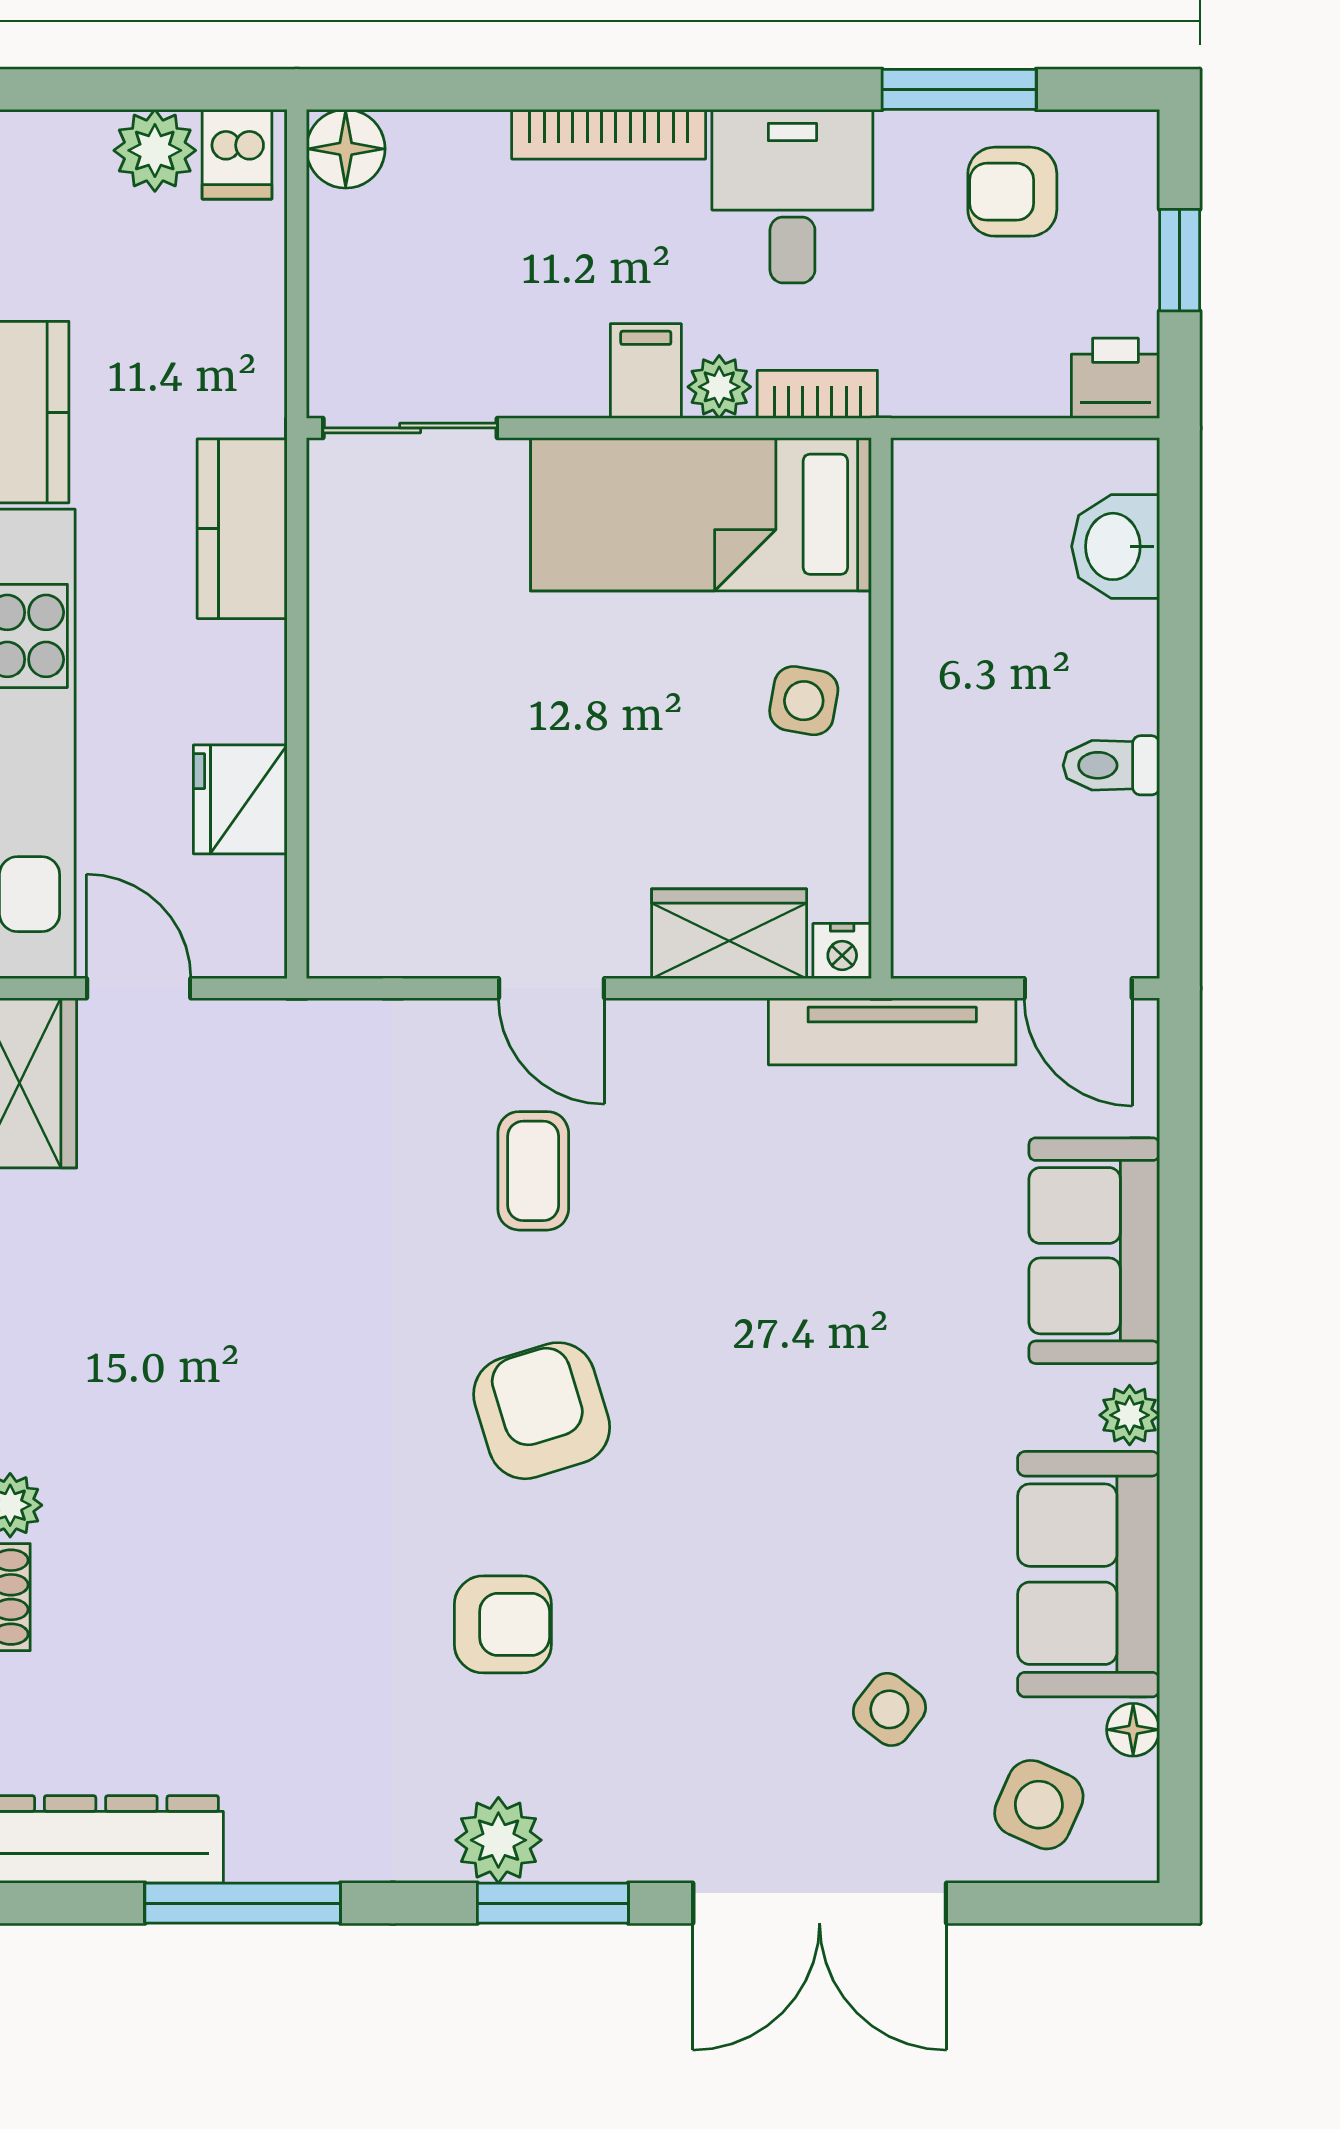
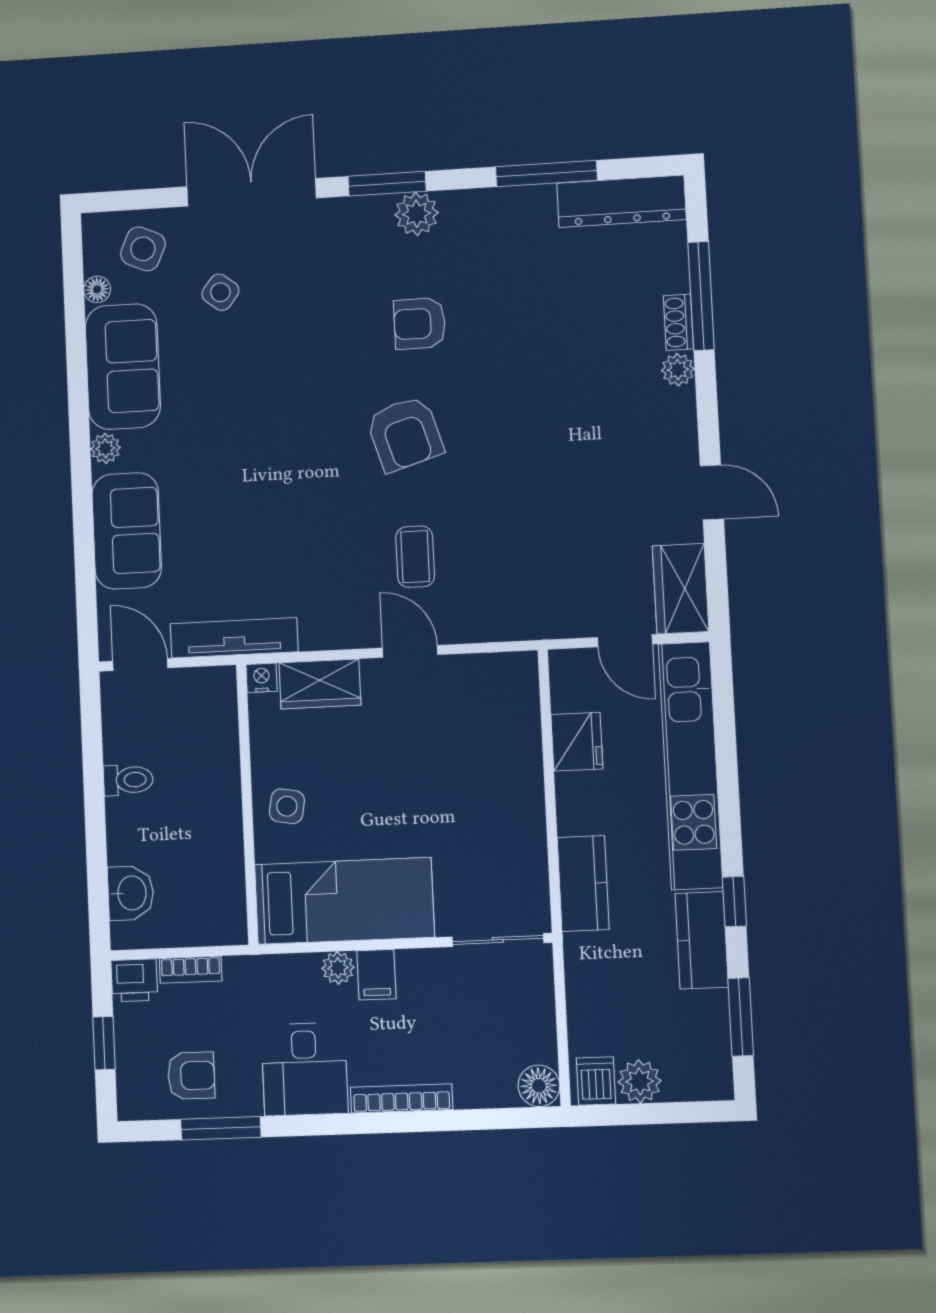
bookcase: (817, 394) -> (191, 970), moved

